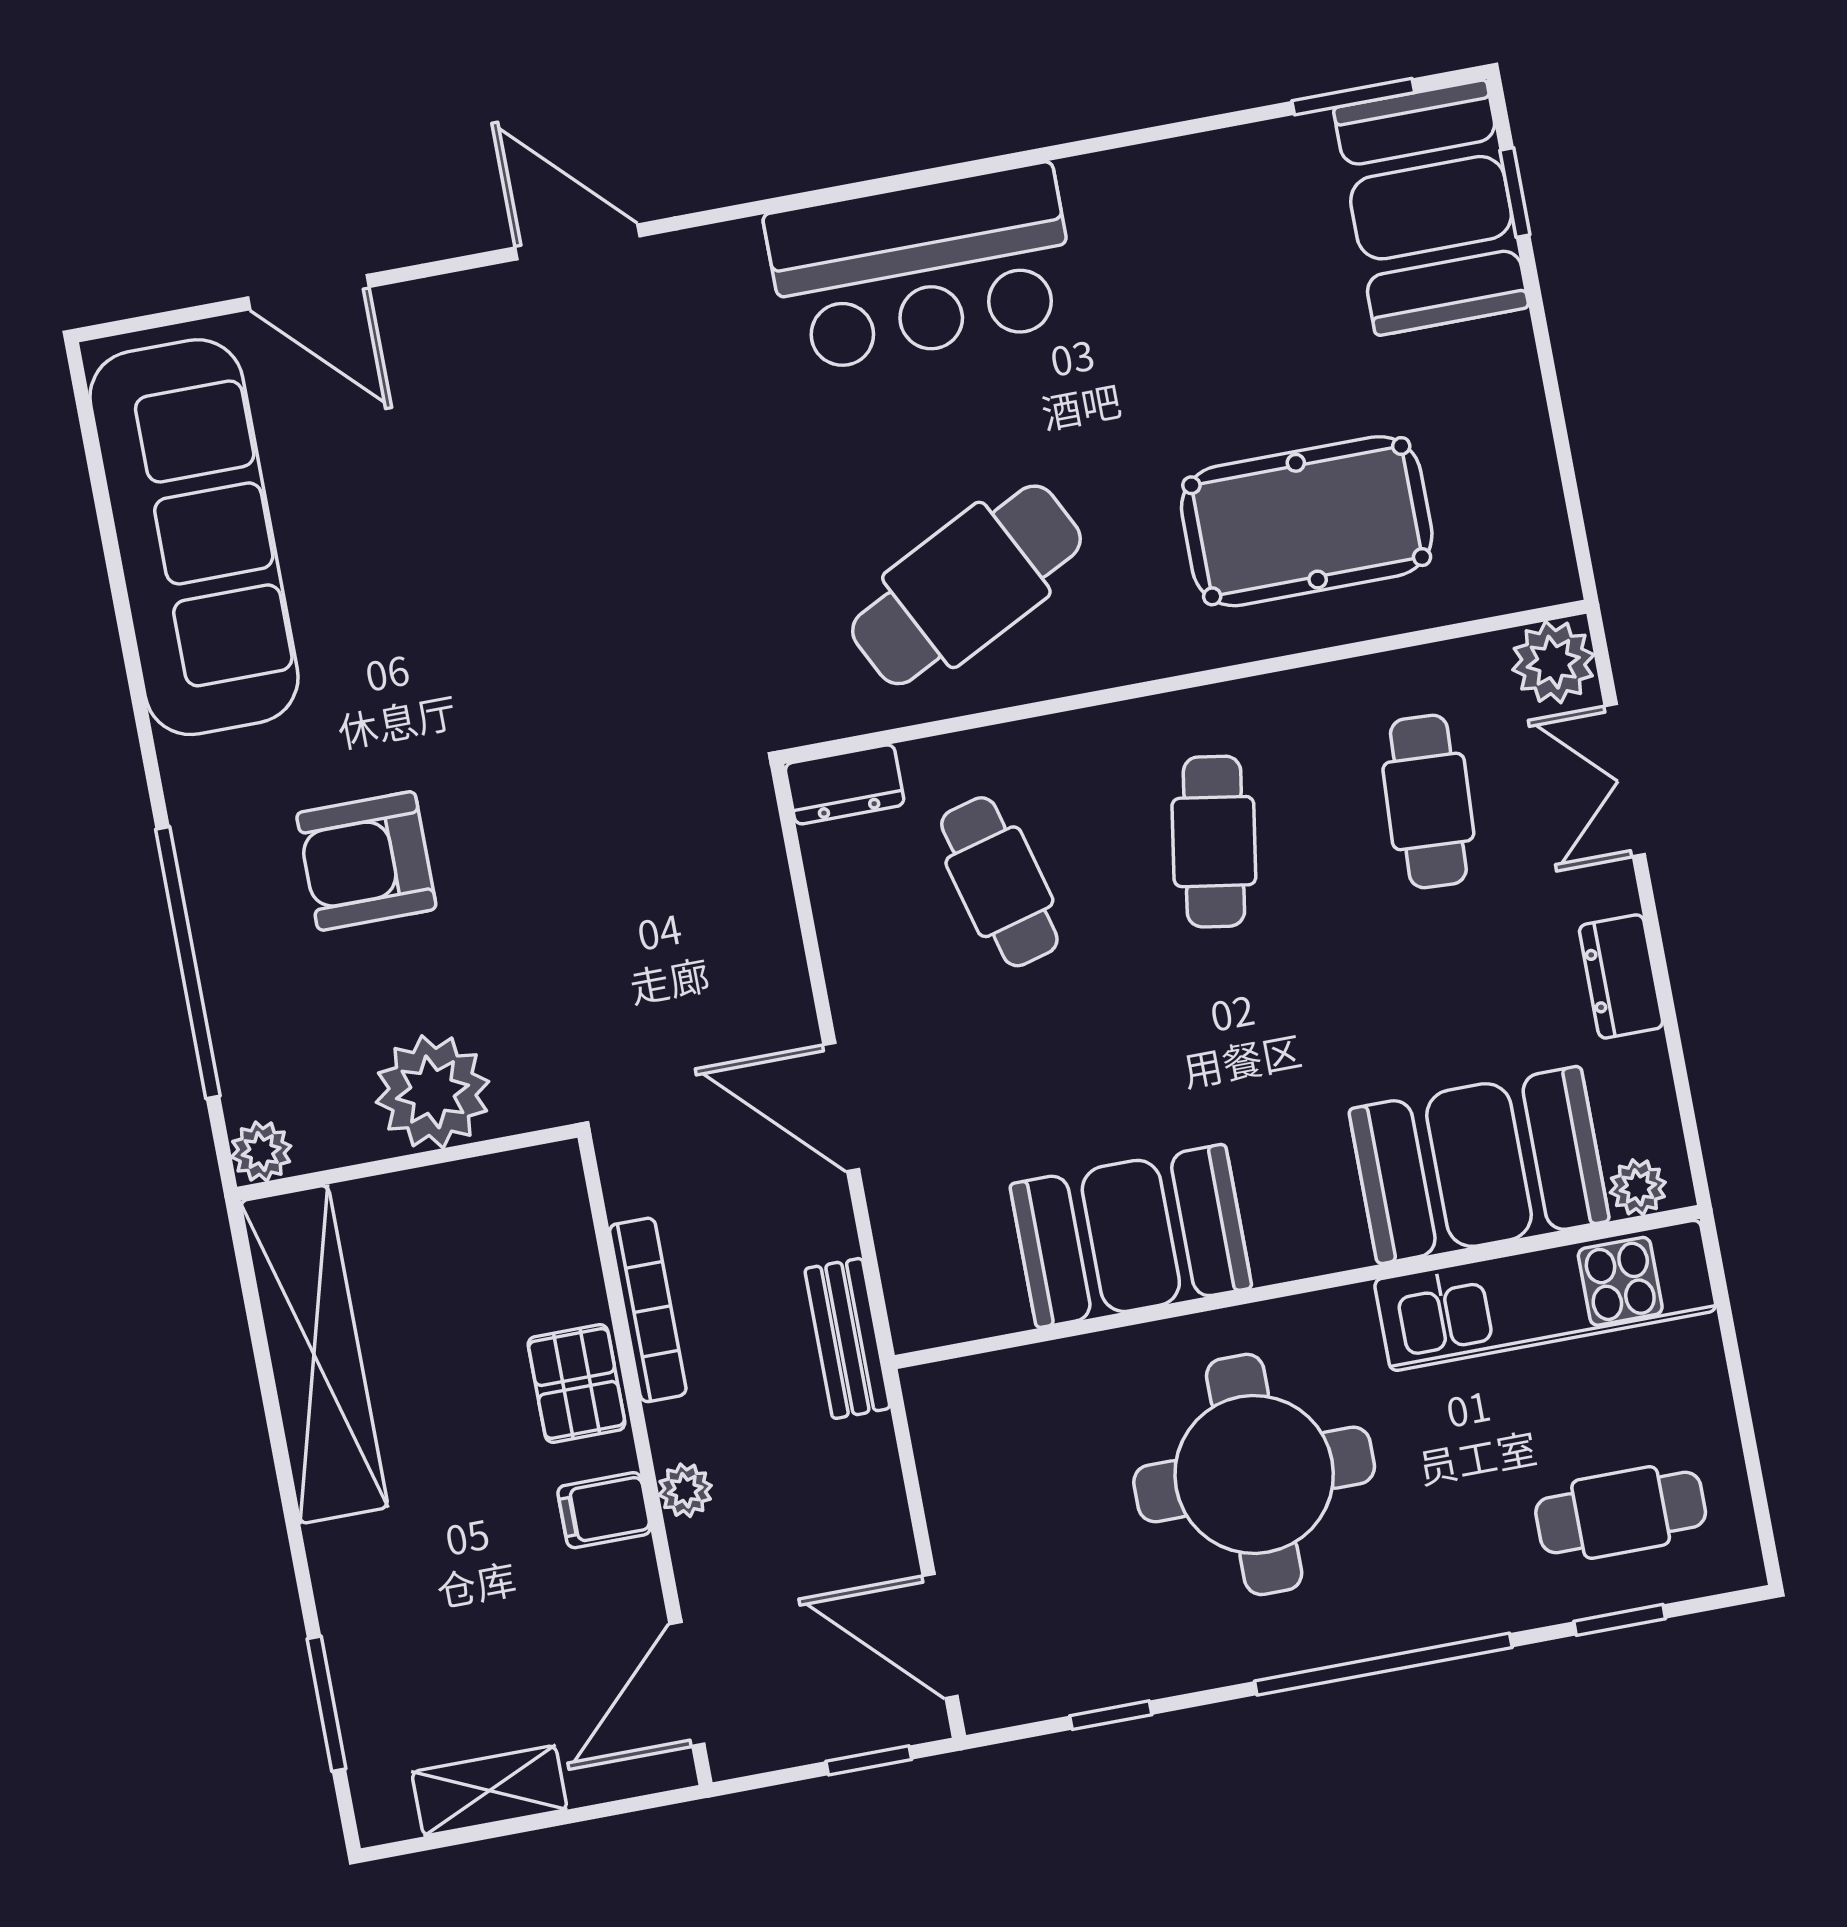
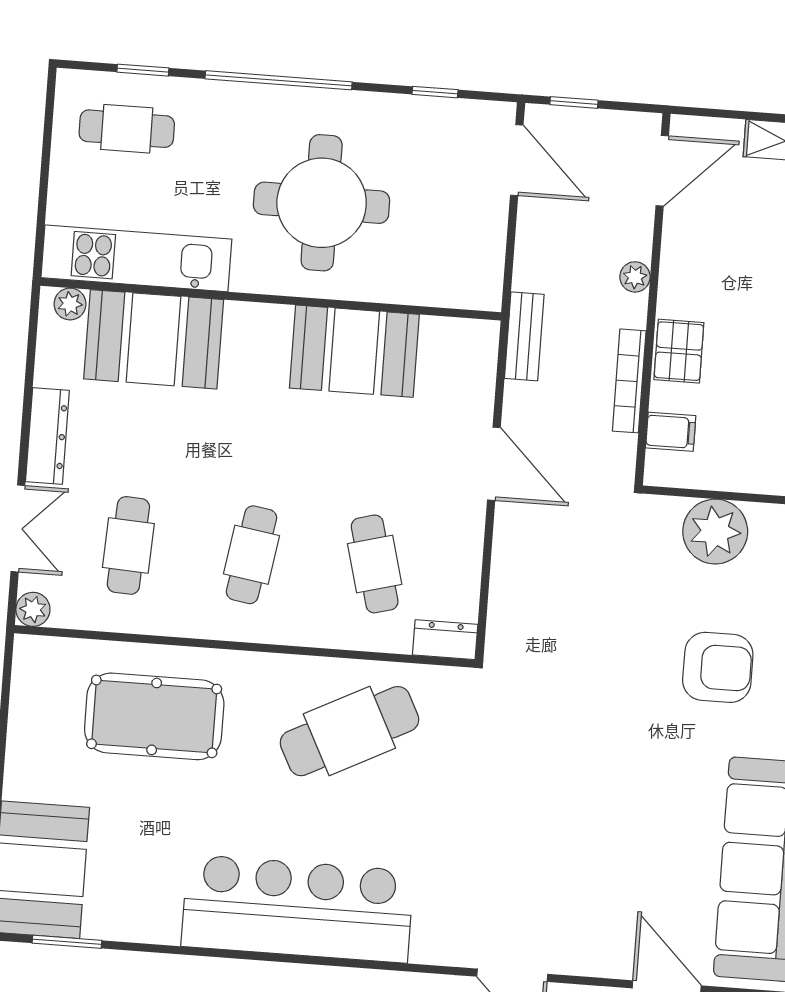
bar counter: (922, 268) -> (298, 909), width x1.36
plant: (1553, 662) -> (33, 609), width x0.73, depth x0.73
dresser: (1621, 976) -> (47, 436), width x1.44
filing cabinet: (604, 1510) -> (671, 432), moved

